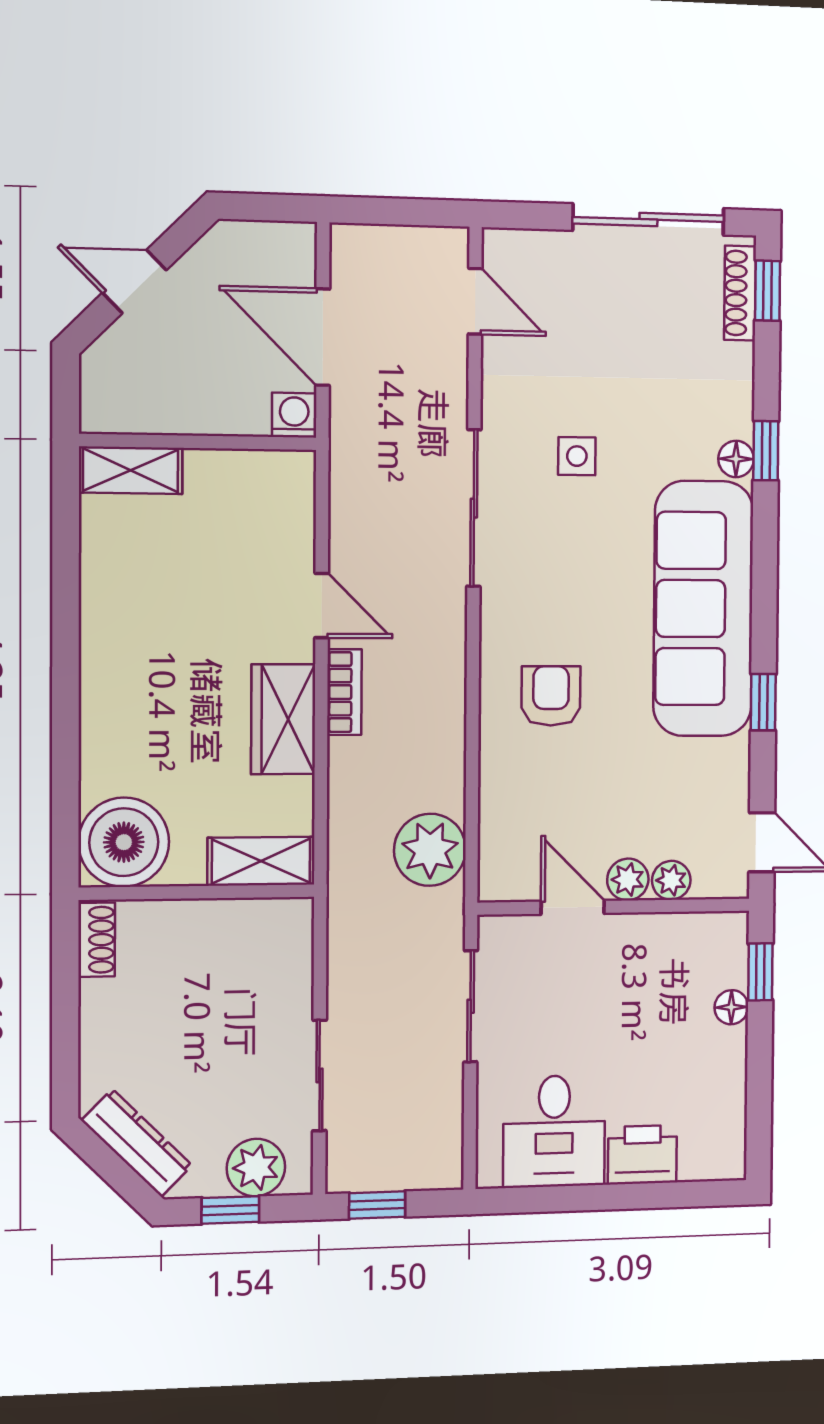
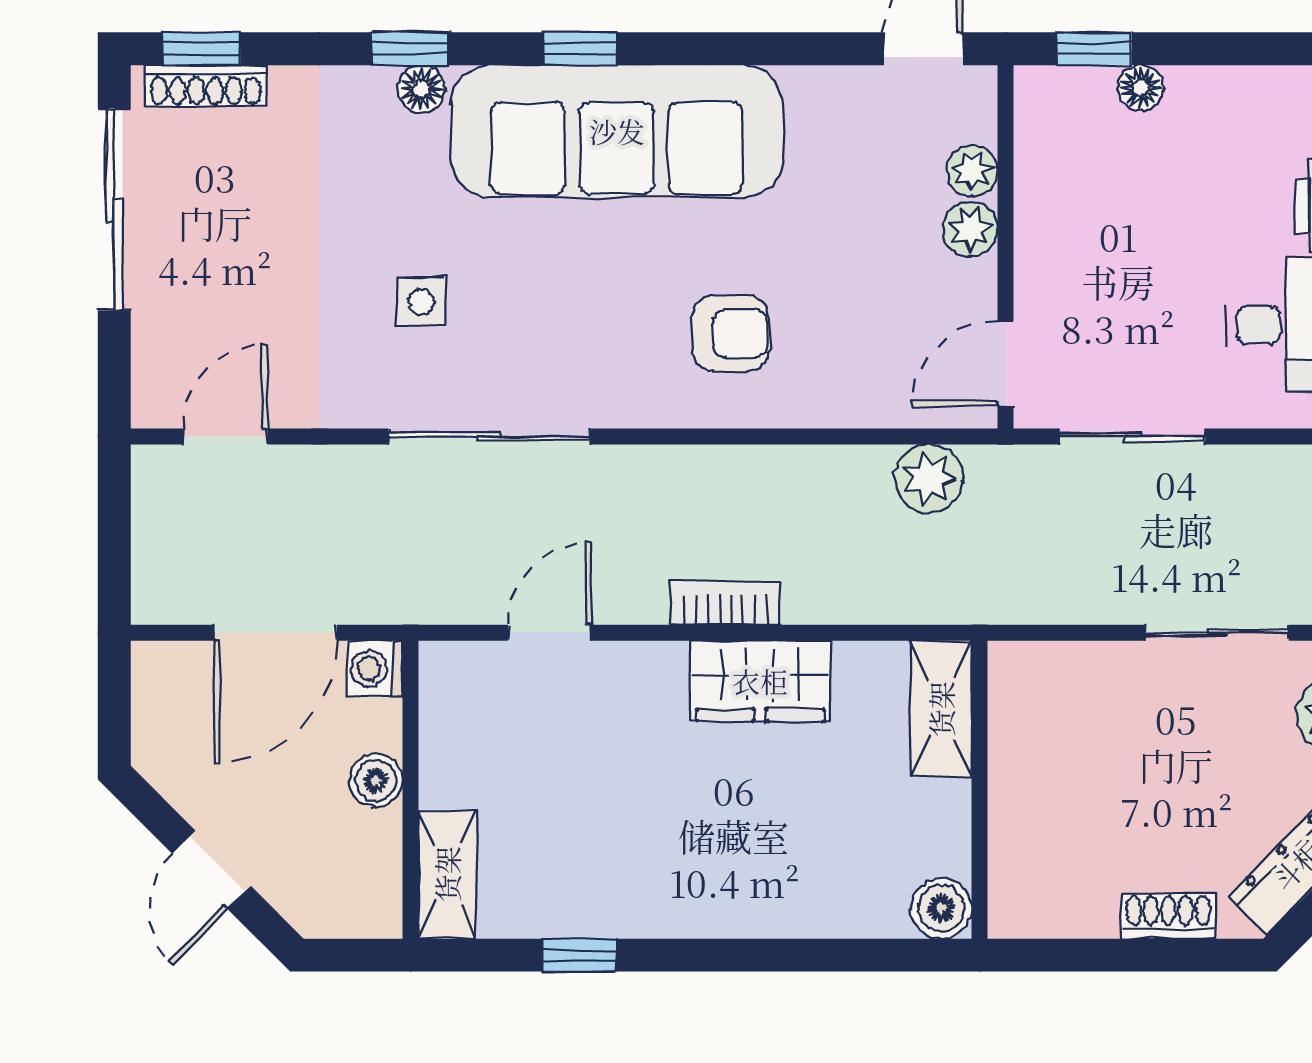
boiler: (206, 414) -> (376, 780), added
window: (65, 575) -> (579, 955), added
door: (322, 606) -> (550, 633), moved
armchair: (551, 696) -> (731, 334), turned 180
window: (763, 702) -> (580, 49), moved
boiler: (124, 842) -> (941, 908), width x0.54, depth x0.54
plant: (430, 850) -> (929, 479), width x0.73, depth x0.73
door: (573, 907) -> (1006, 364), moved
shoe rack: (97, 940) -> (1168, 916), moved

